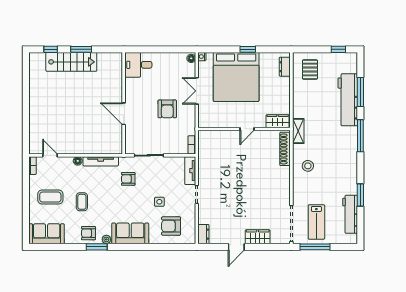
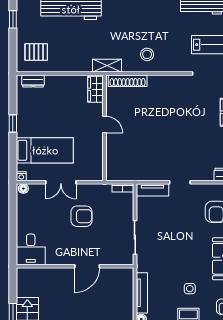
bed: (236, 77) -> (45, 150), width x0.49
armchair: (128, 179) -> (162, 261), removed
side table: (159, 202) -> (190, 289), moved

